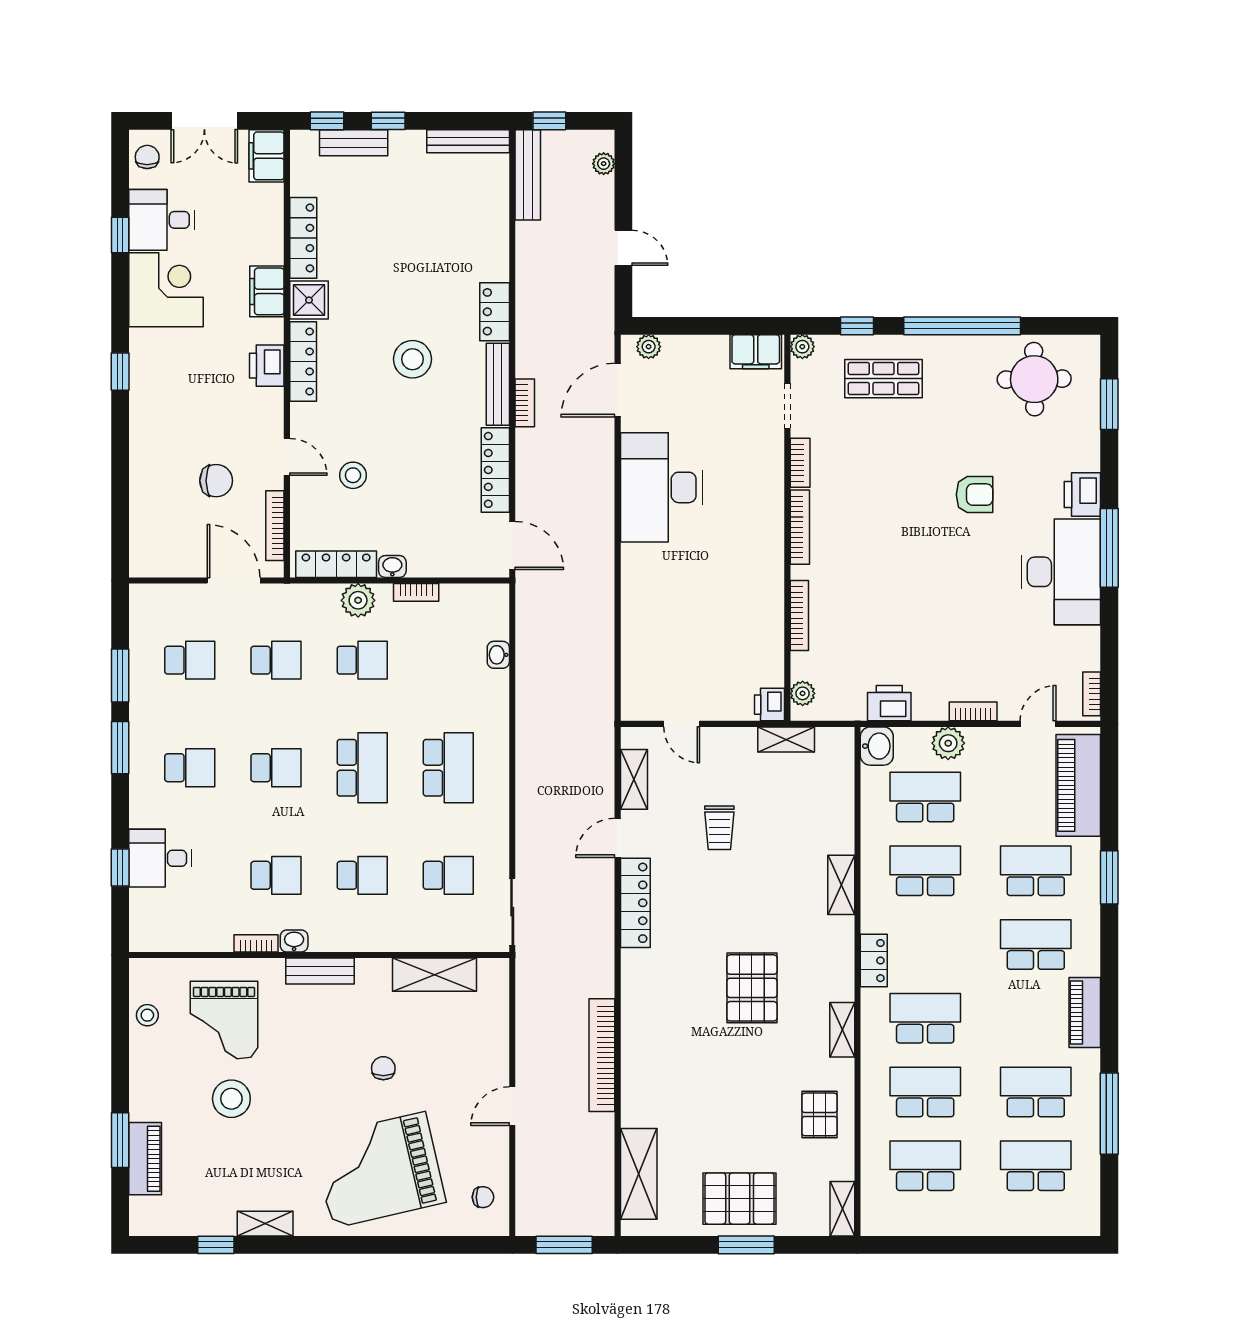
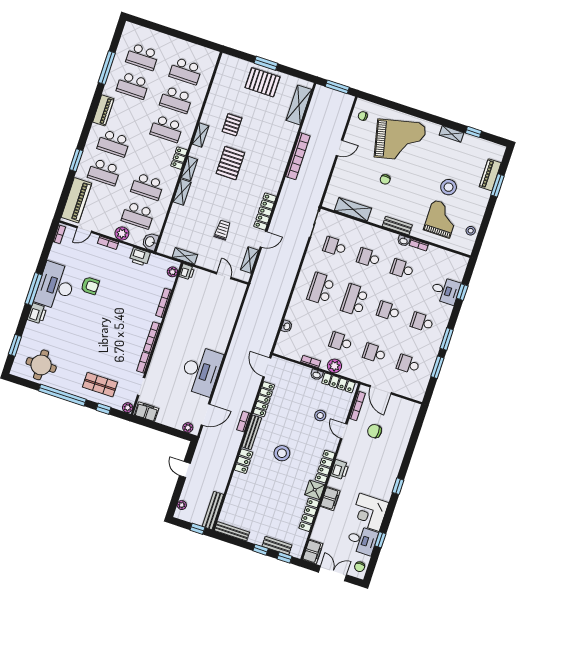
armchair: (975, 495) -> (90, 286), moved, turned 180
pallet: (820, 1114) -> (232, 125), moved
shelving: (842, 1209) -> (189, 169), moved

